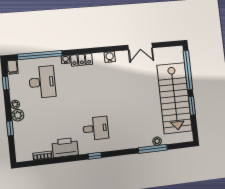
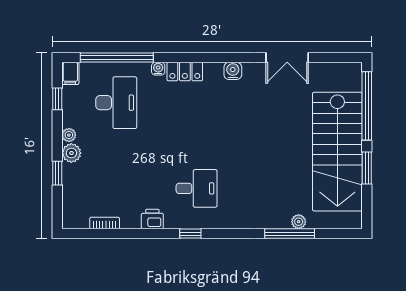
printer: (65, 148) -> (152, 219), width x0.53, depth x0.68

